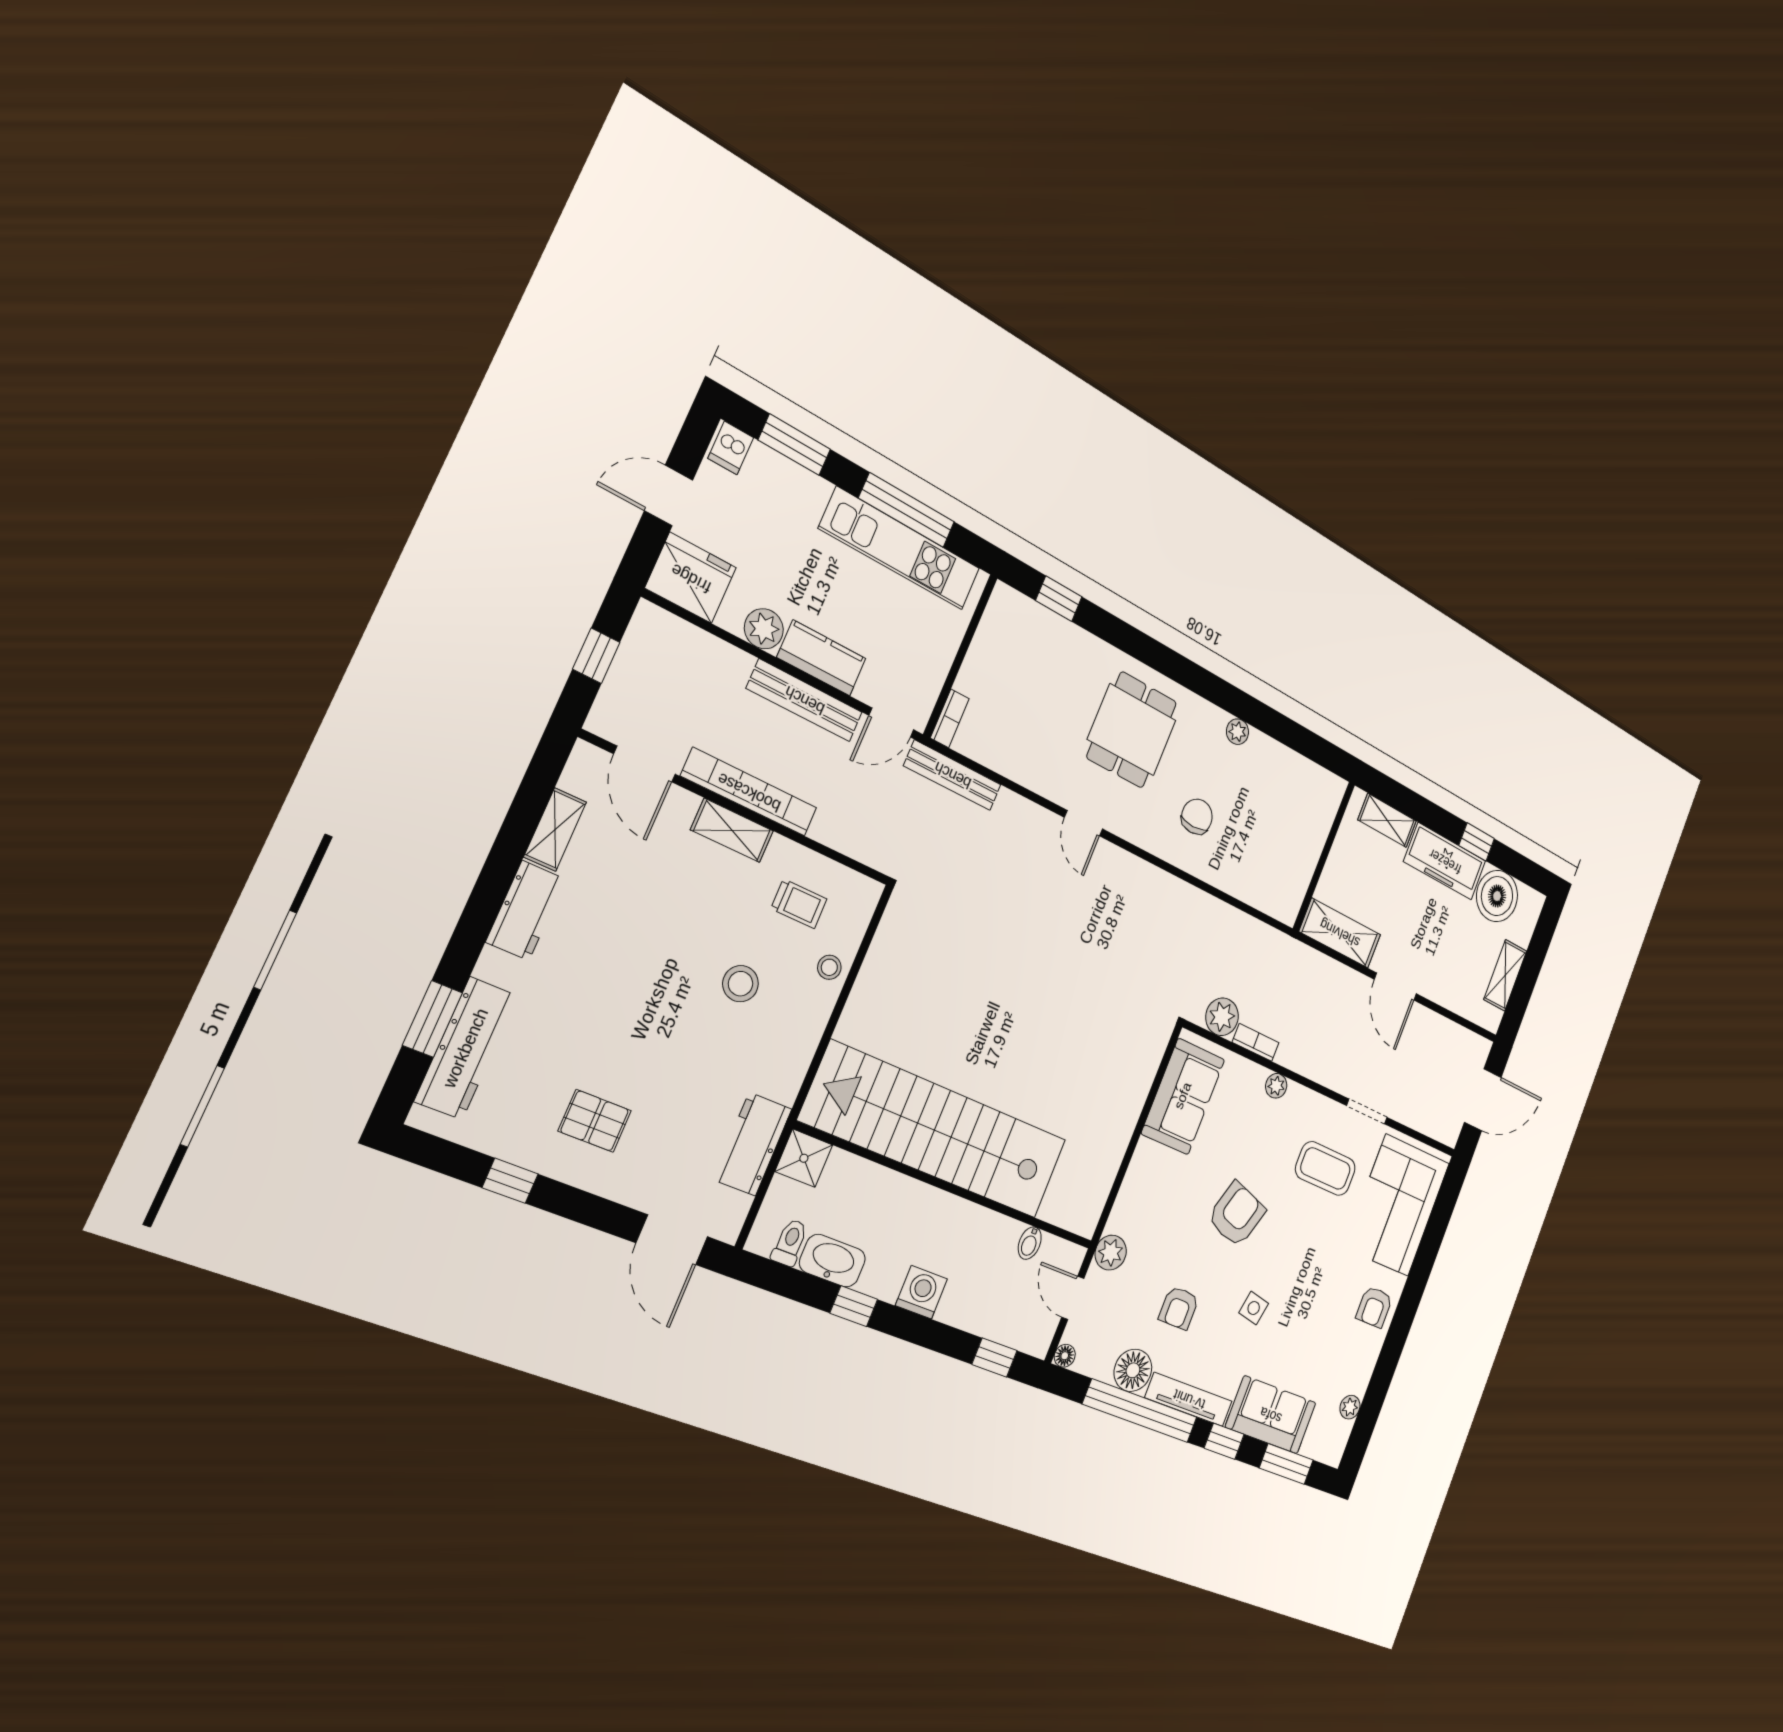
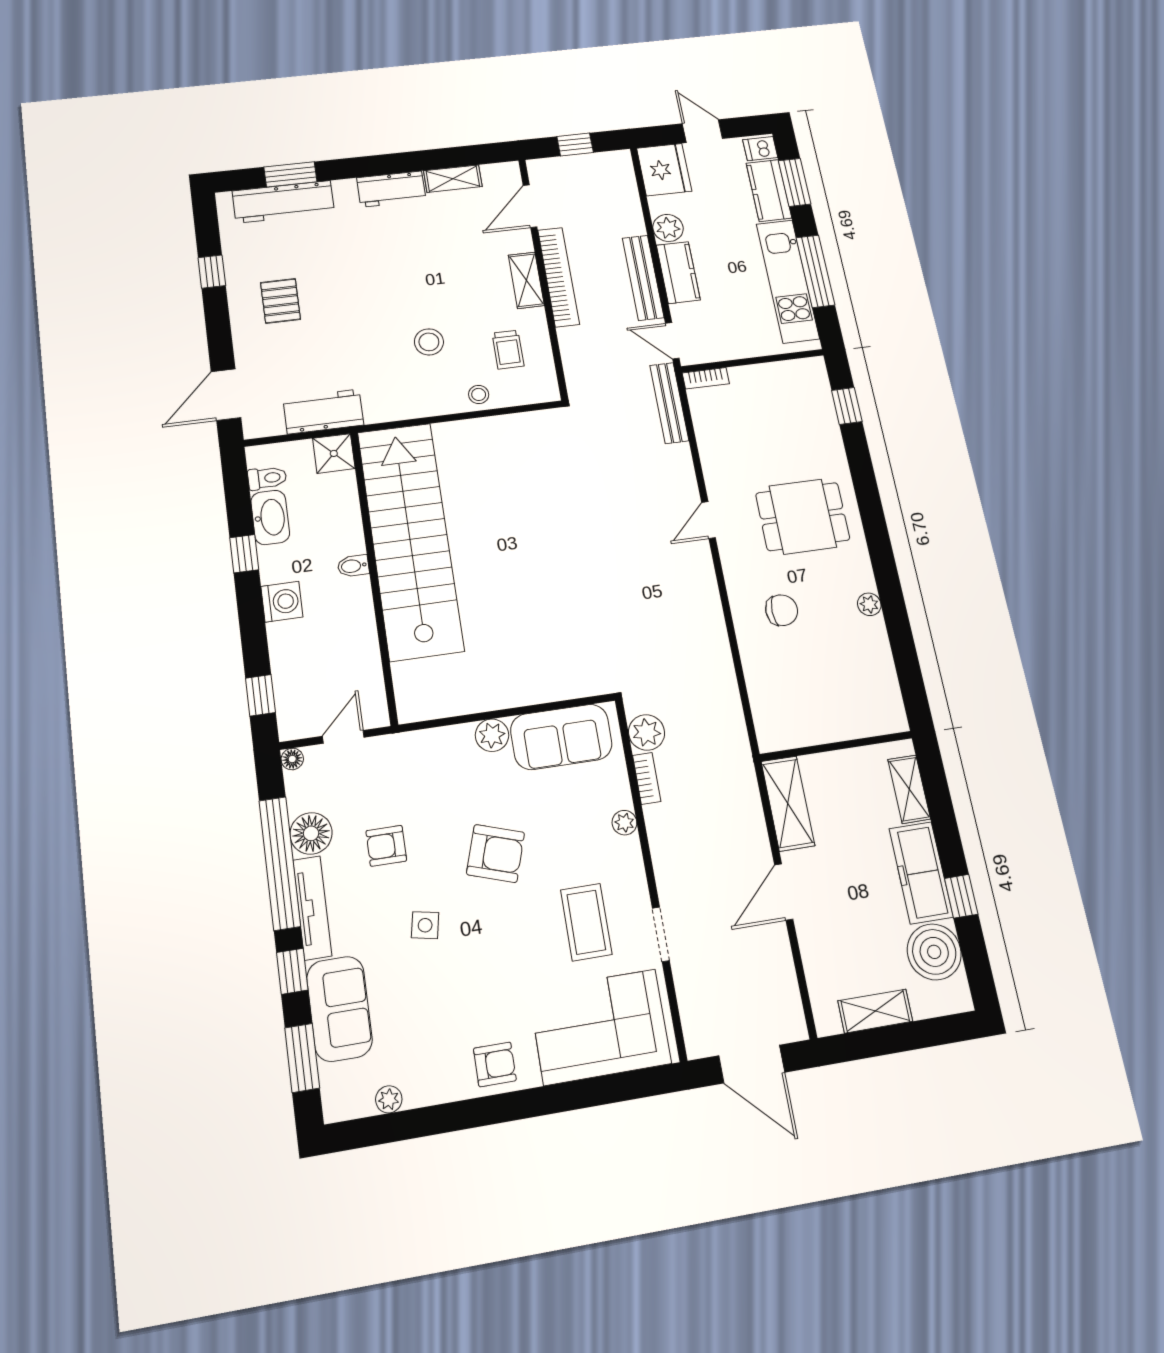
kitchen counter: (787, 481) -> (769, 190), added
bidet: (1030, 1243) -> (353, 566), moved
plant: (1111, 1253) -> (492, 735), moved
armchair: (1374, 1307) -> (495, 1064), turned 180

